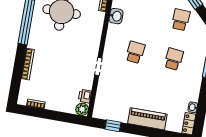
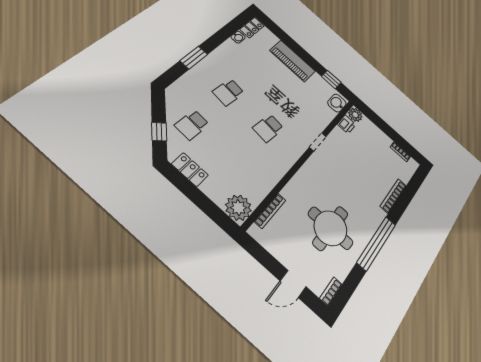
washbasin: (116, 16) -> (337, 103), moved

